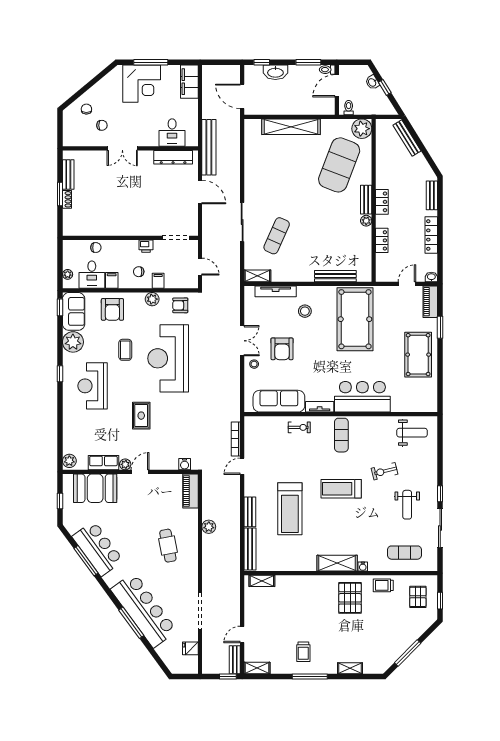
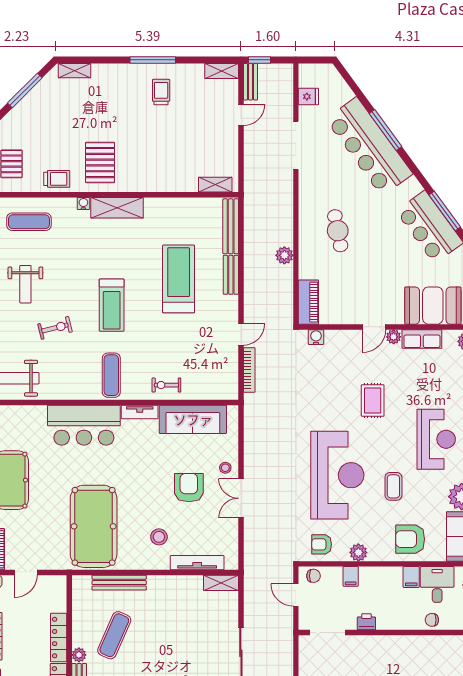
exercise mat: (277, 236) -> (114, 635), moved
locker: (382, 240) -> (59, 638), width x1.53
chair: (139, 272) -> (314, 576), moved
armchair: (180, 305) -> (322, 544), turned 180
armchair: (112, 309) -> (410, 539), turned -90
treadmill: (341, 489) -> (112, 305), turned 90
weight bench: (407, 505) -> (25, 284), turned 180
shelving: (350, 668) -> (74, 71), moved

